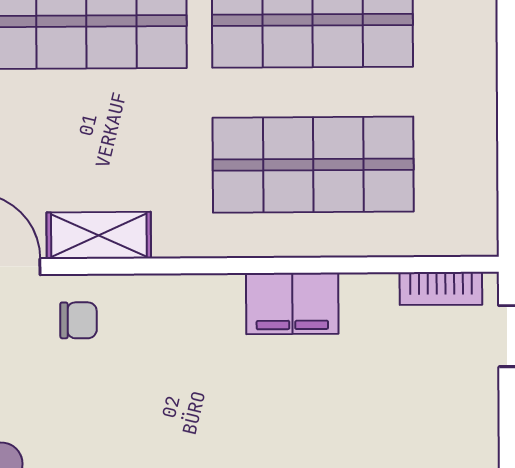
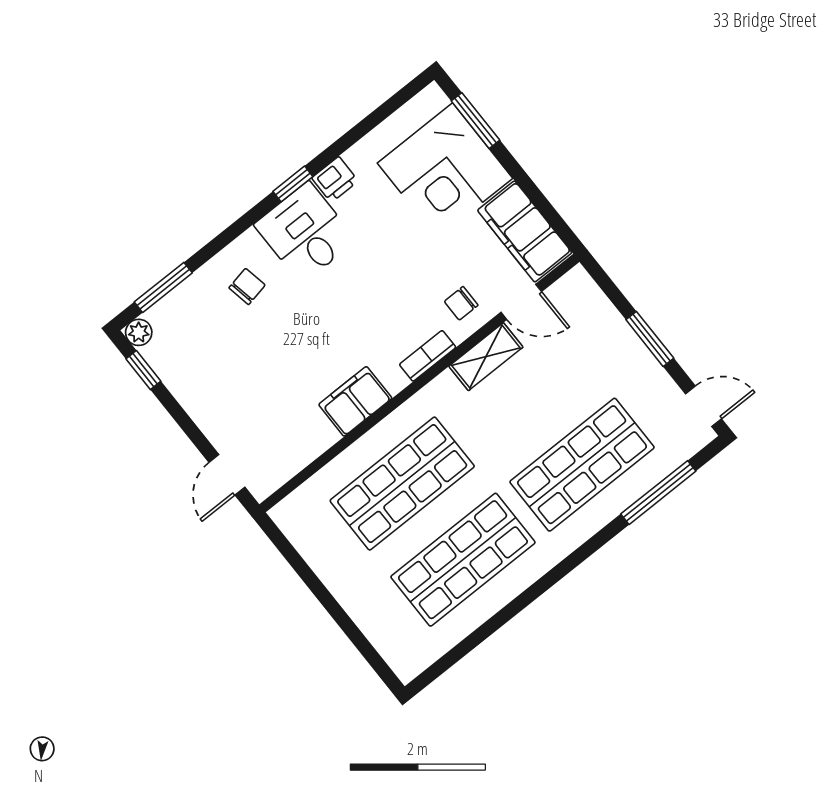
bookcase: (441, 289) -> (428, 356), moved

